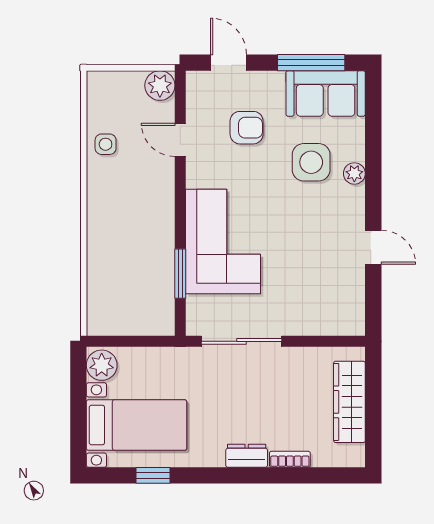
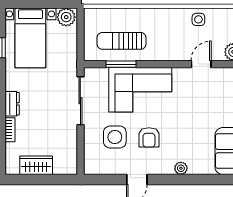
armchair: (247, 128) -> (149, 137), moved
side table: (311, 162) -> (115, 137), moved
sun lounger: (141, 273) -> (122, 41), added
wardrobe: (349, 402) -> (36, 165), width x0.67

